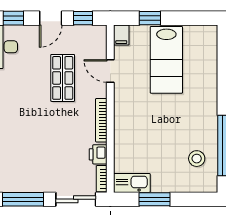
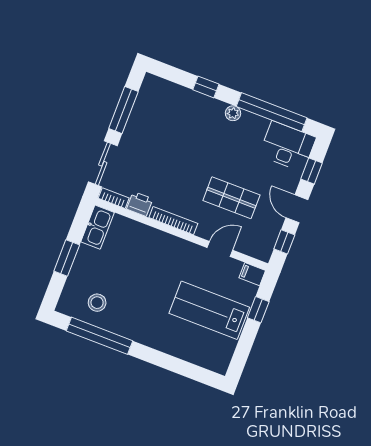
window: (154, 199) -> (67, 258), moved

